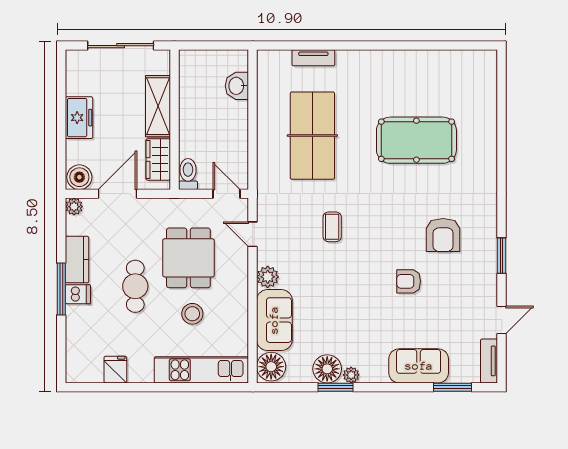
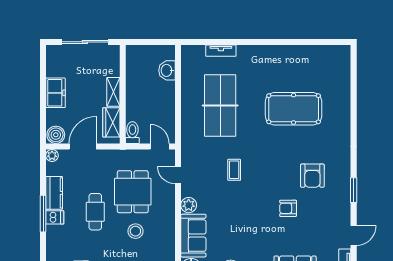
shelving: (158, 106) -> (113, 92), width x0.67, depth x0.75

